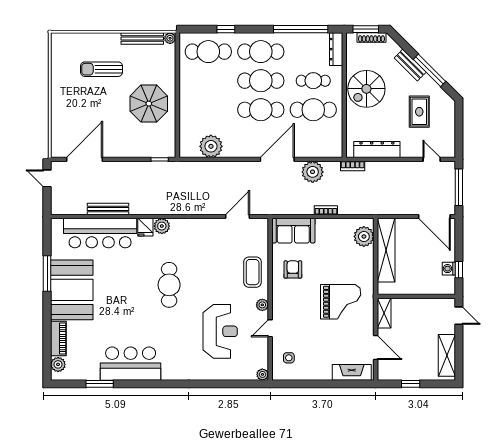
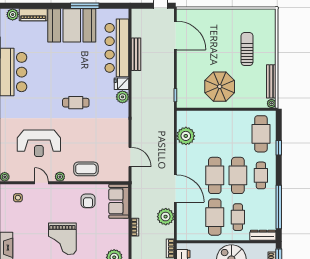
cafe table: (261, 52) -> (261, 175), width x0.73, depth x0.74
armchair: (293, 269) -> (88, 201), turned 90
cafe table: (169, 285) -> (76, 103), width x0.73, depth x0.74

